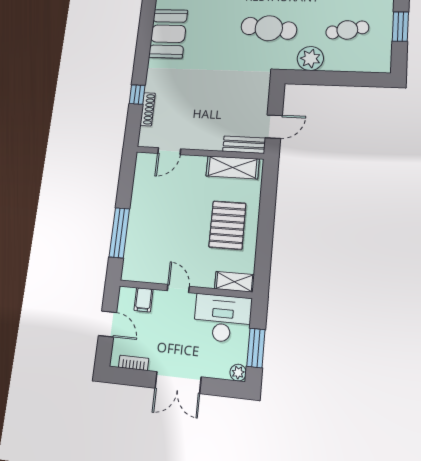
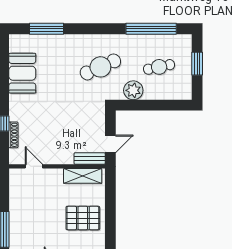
cafe table: (269, 28) -> (100, 67), turned -30
door: (169, 151) -> (34, 166), swing flipped
pallet: (227, 225) -> (83, 218), turned 90

